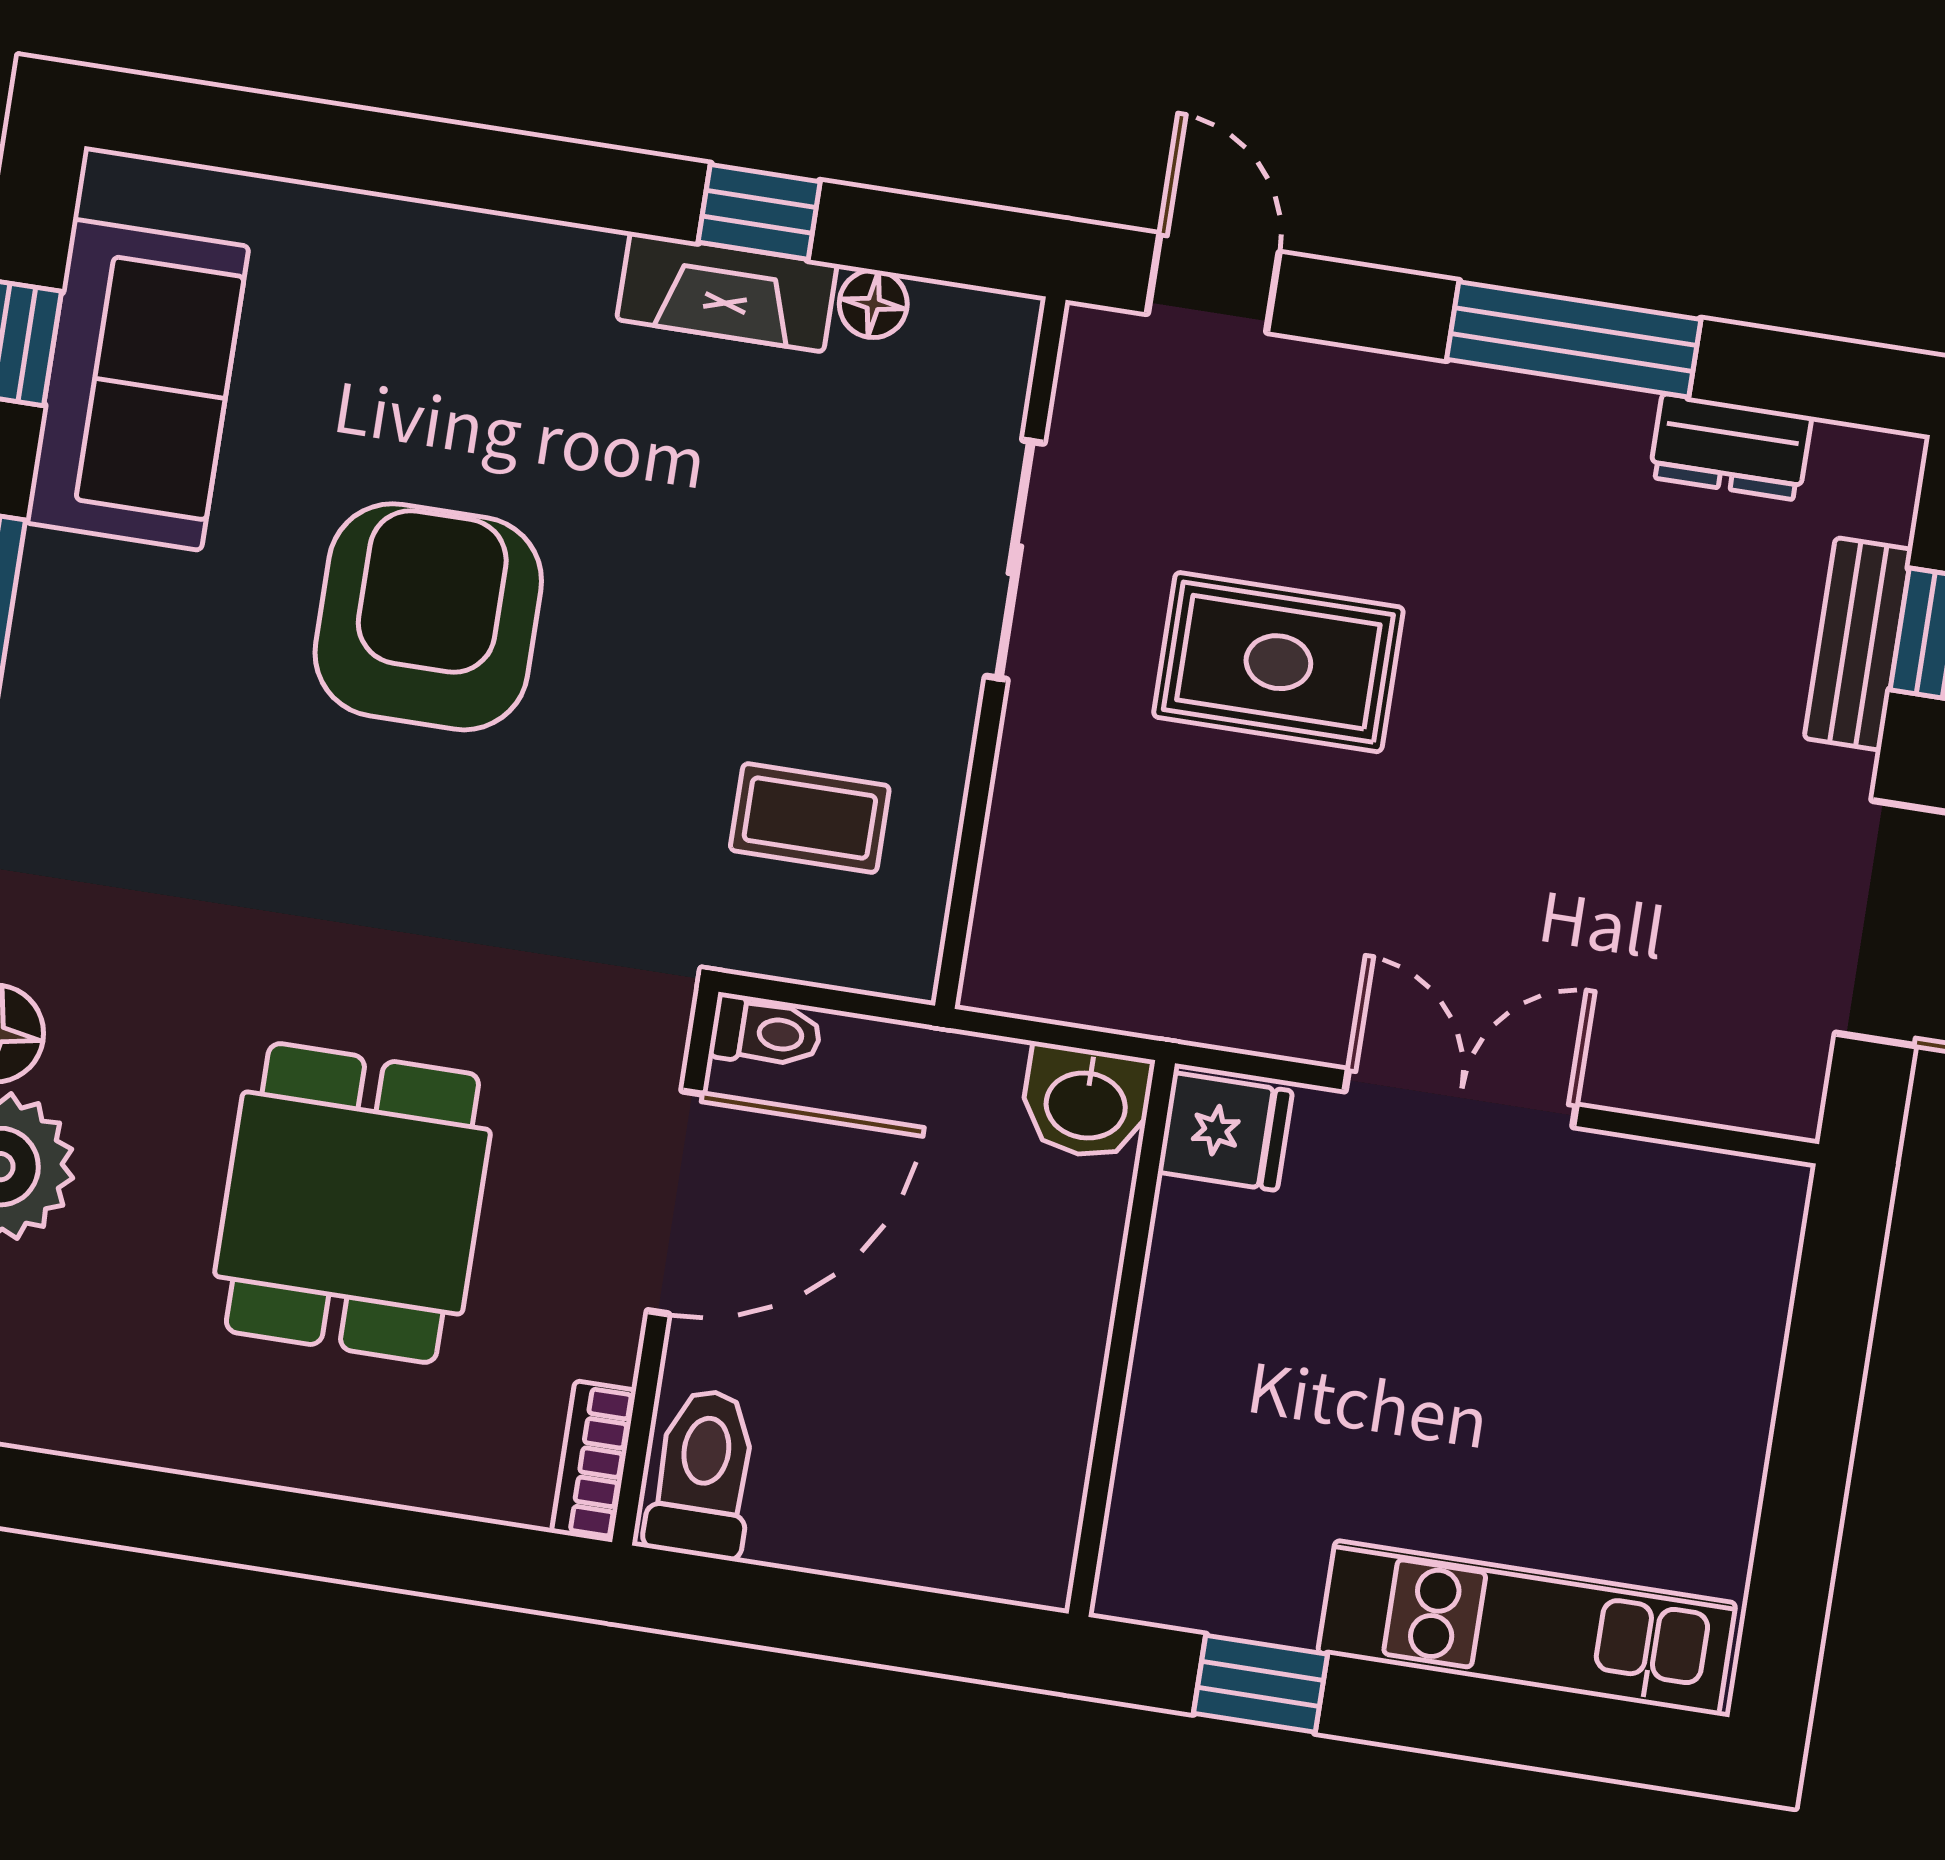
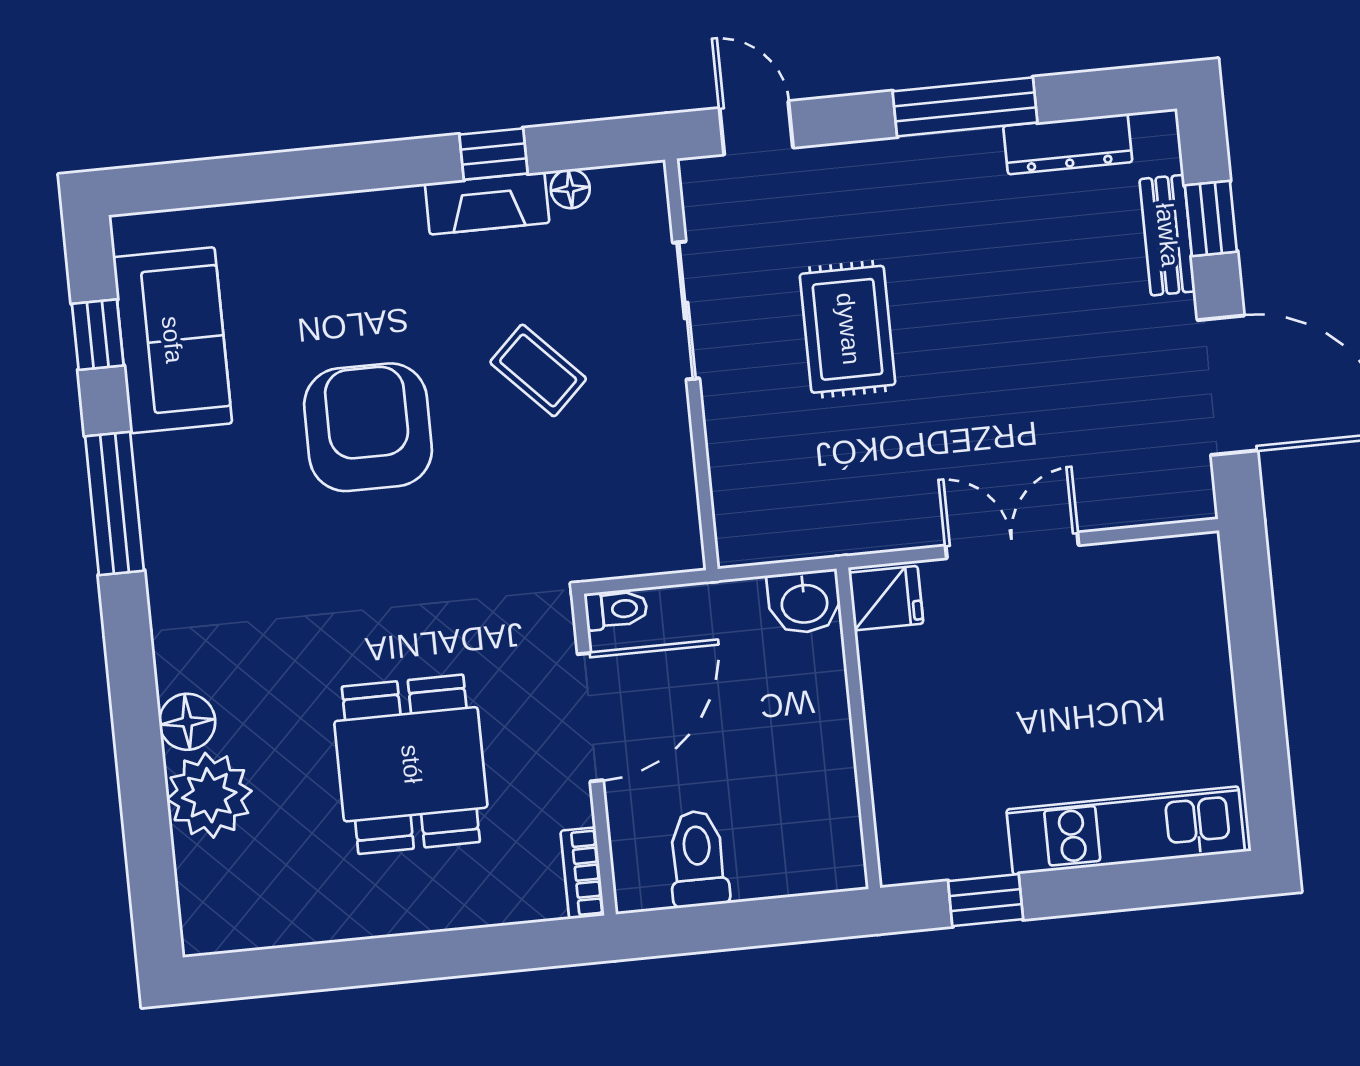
dresser: (1731, 447) -> (1068, 144), width x1.44
rug: (1278, 662) -> (848, 329), turned 90
coffee table: (810, 818) -> (538, 370), moved, turned 46
toilet: (703, 1473) -> (698, 859), moved

